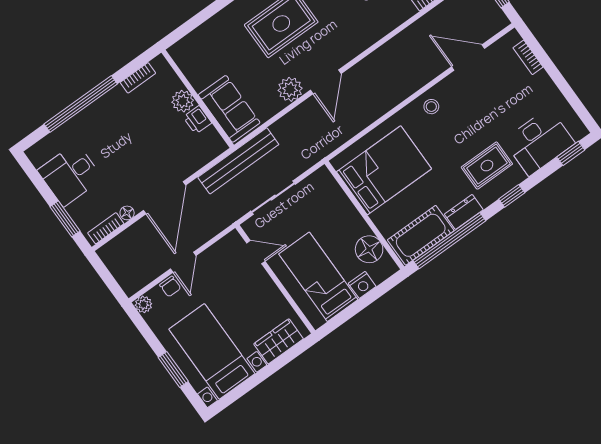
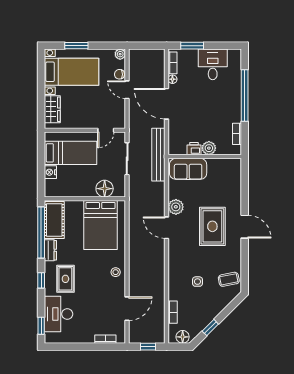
floor lamp: (369, 249) -> (105, 189), moved

